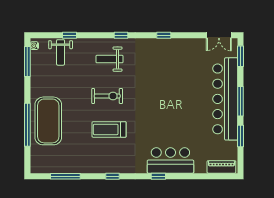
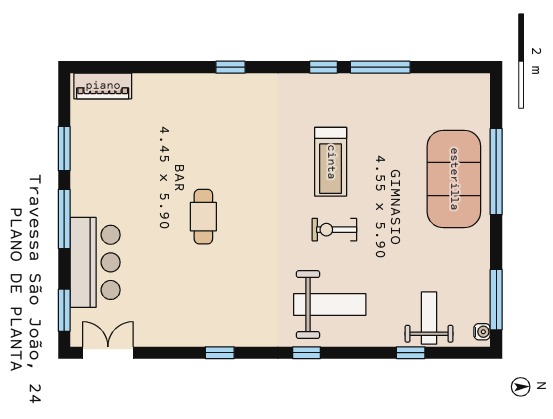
weight bench: (109, 59) -> (330, 305), width x1.36, depth x1.33
exercise bike: (107, 96) -> (334, 230), width x0.73, depth x0.72
bar counter: (225, 99) -> (95, 262), width x0.54
cafe table: (172, 102) -> (203, 217), added
treadmill: (109, 129) -> (331, 162), turned 90
bar counter: (170, 160) -> (206, 99), removed
window: (65, 176) -> (380, 67), moved

